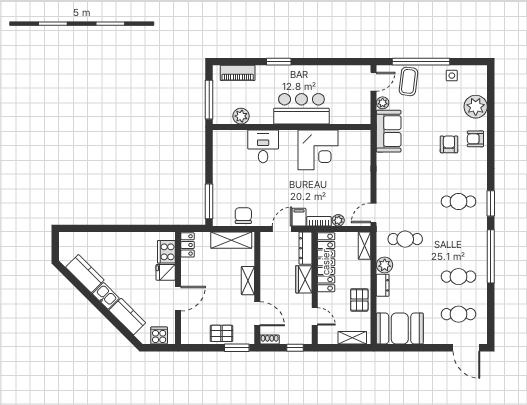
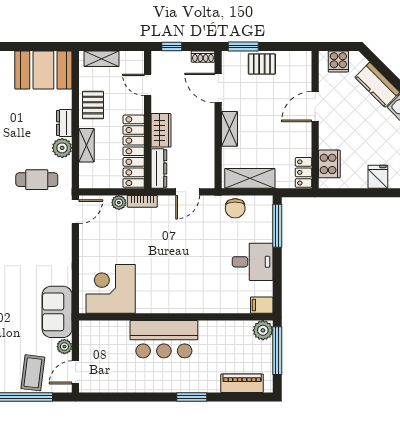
plant: (241, 116) -> (263, 330), moved
desk: (263, 146) -> (253, 262), moved, turned -90
corner desk: (318, 150) -> (111, 289), moved
filing cabinet: (299, 217) -> (262, 305), moved, turned 90
shelving: (365, 246) -> (87, 145), moved
fridge: (166, 272) -> (378, 177), moved, turned -90

